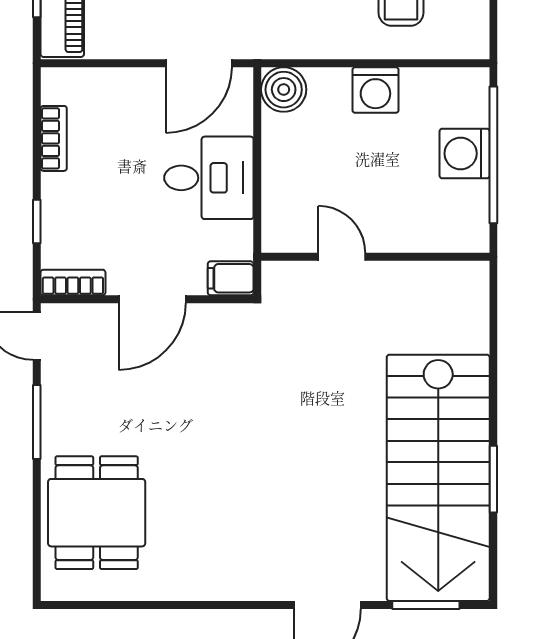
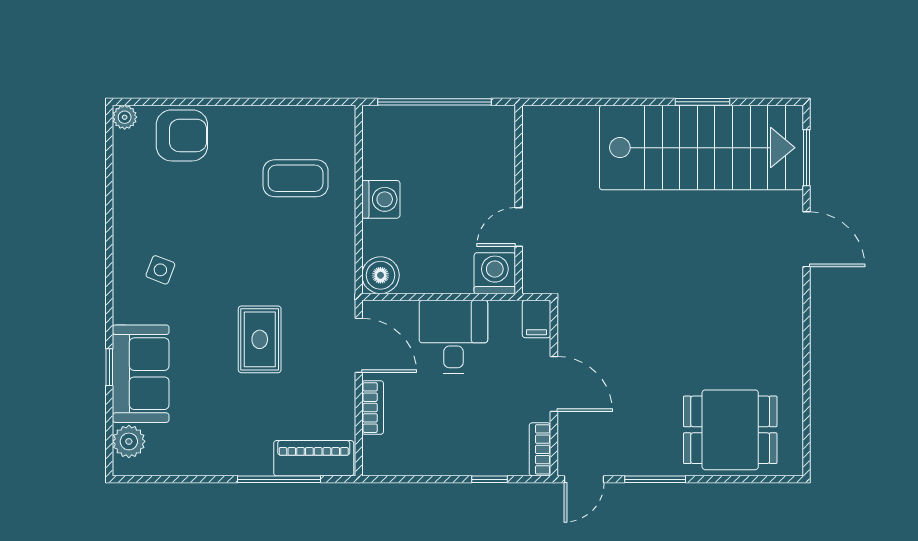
bookcase: (54, 138) -> (373, 408), moved, turned 90
washing machine: (465, 153) -> (495, 273), moved, turned 180

